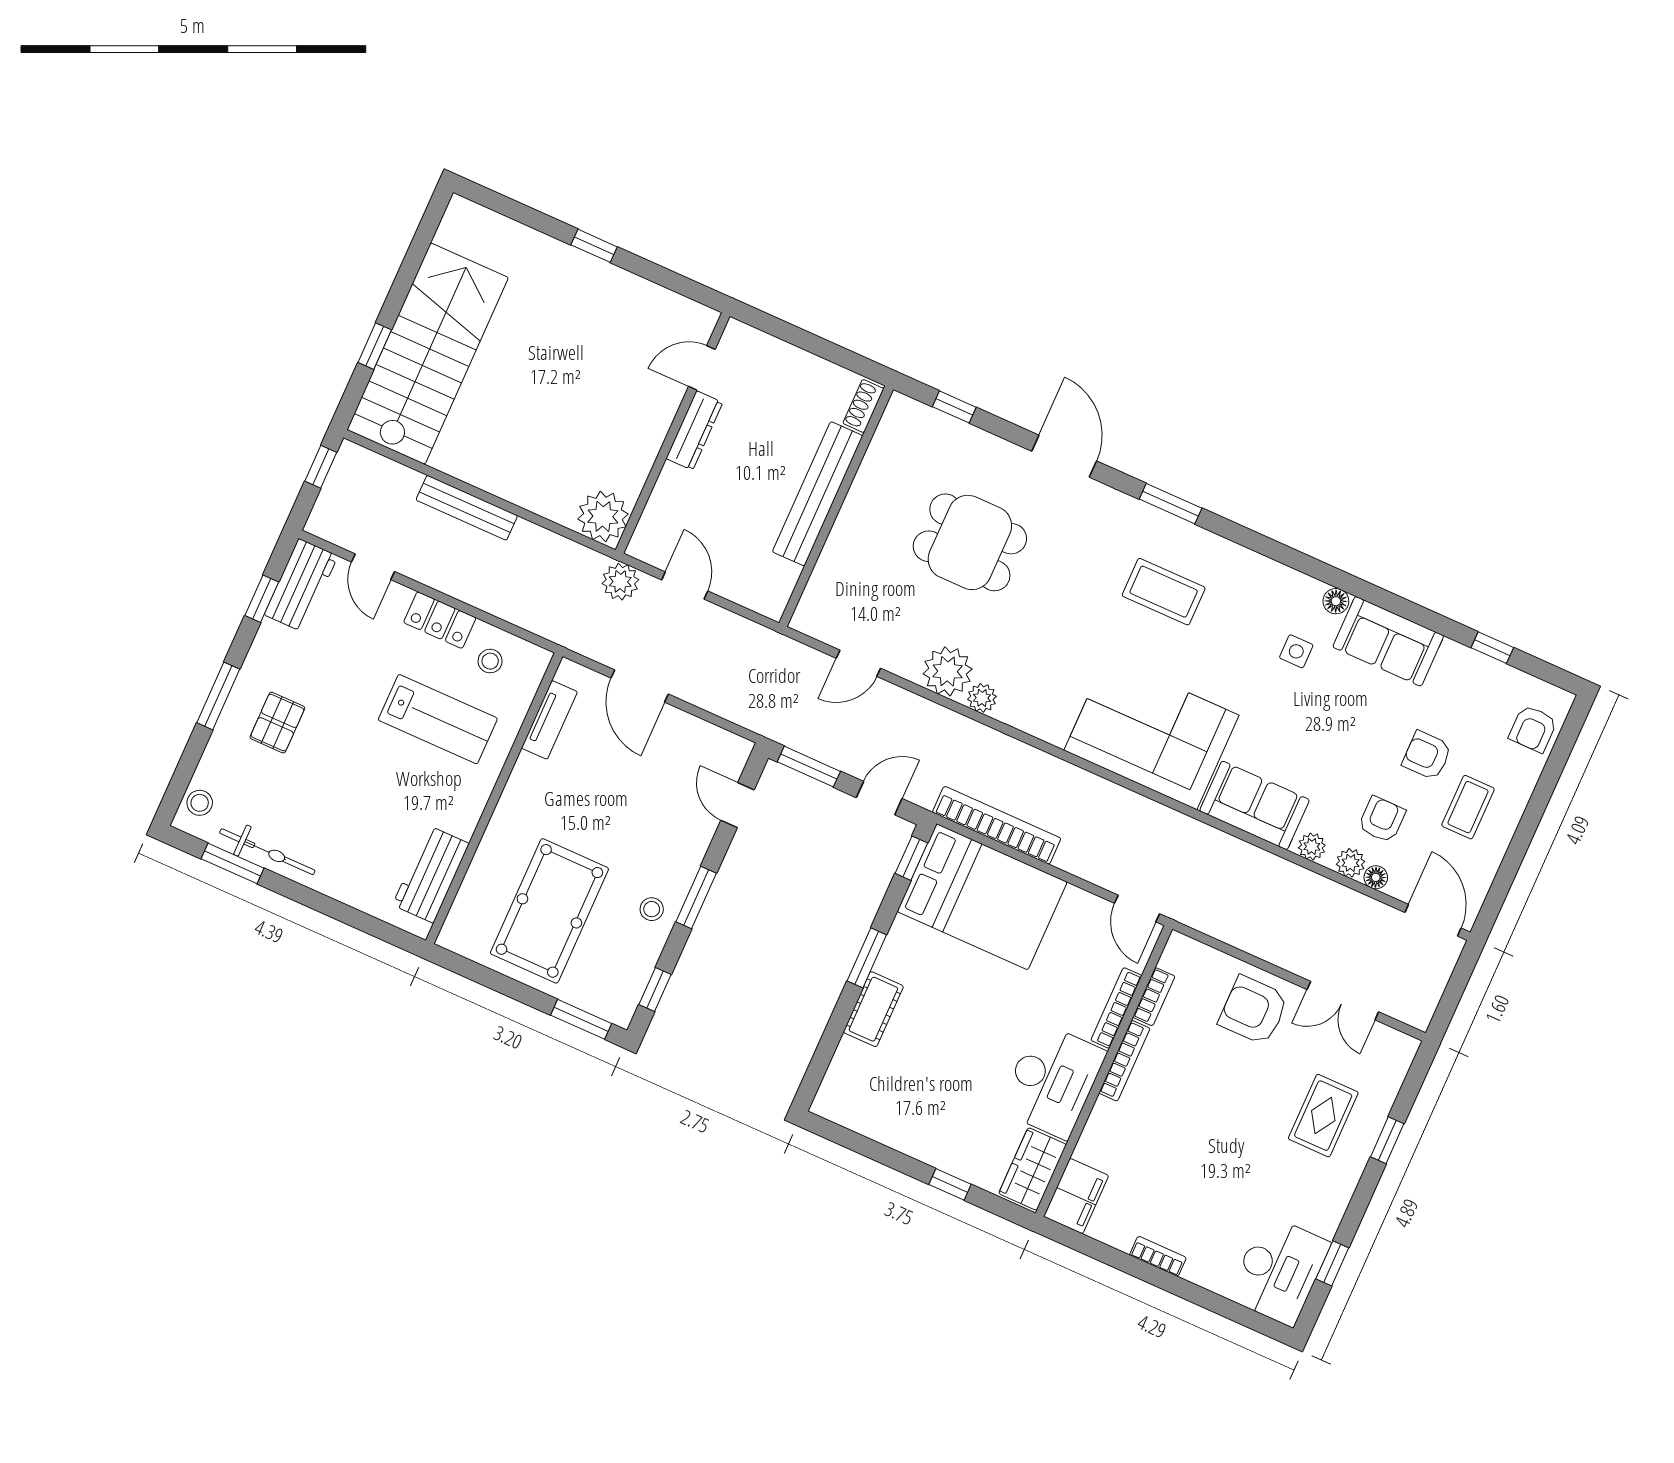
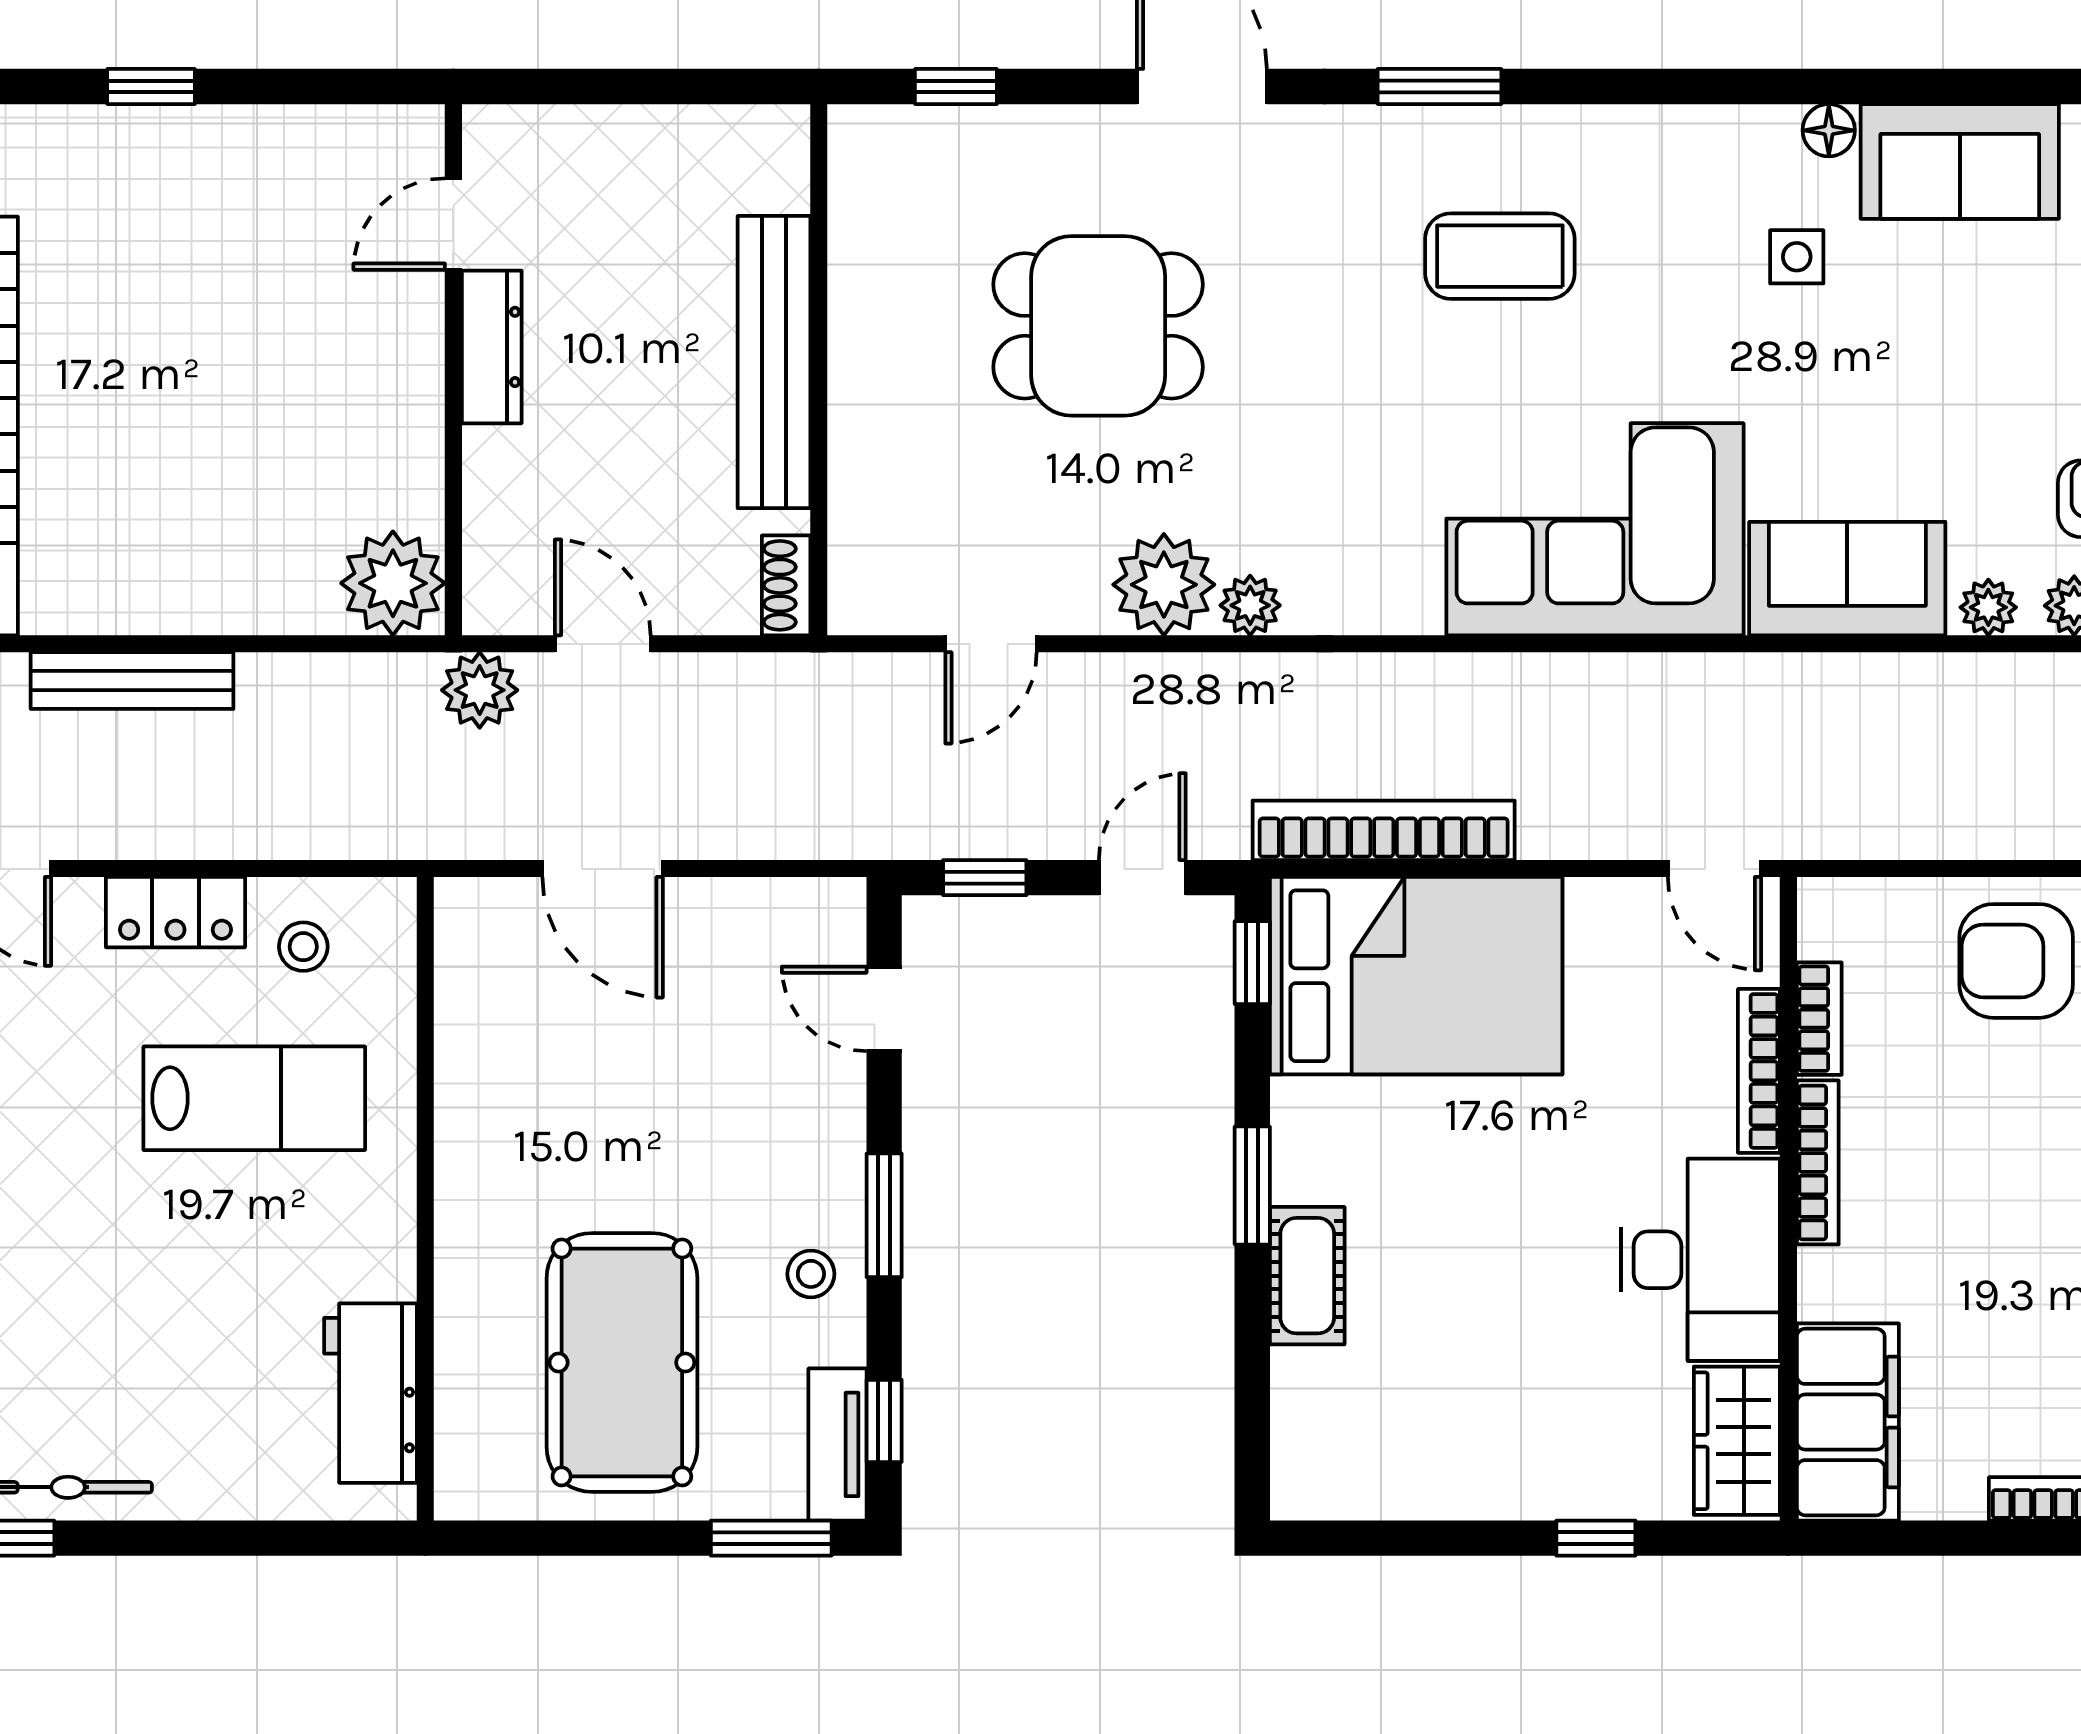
shoe rack: (863, 406) -> (786, 585), moved
tv unit: (549, 720) -> (837, 1444), moved, turned 180
window: (809, 767) -> (985, 878), width x0.67
filing cabinet: (1076, 1196) -> (1848, 1422), width x1.50, depth x1.17

